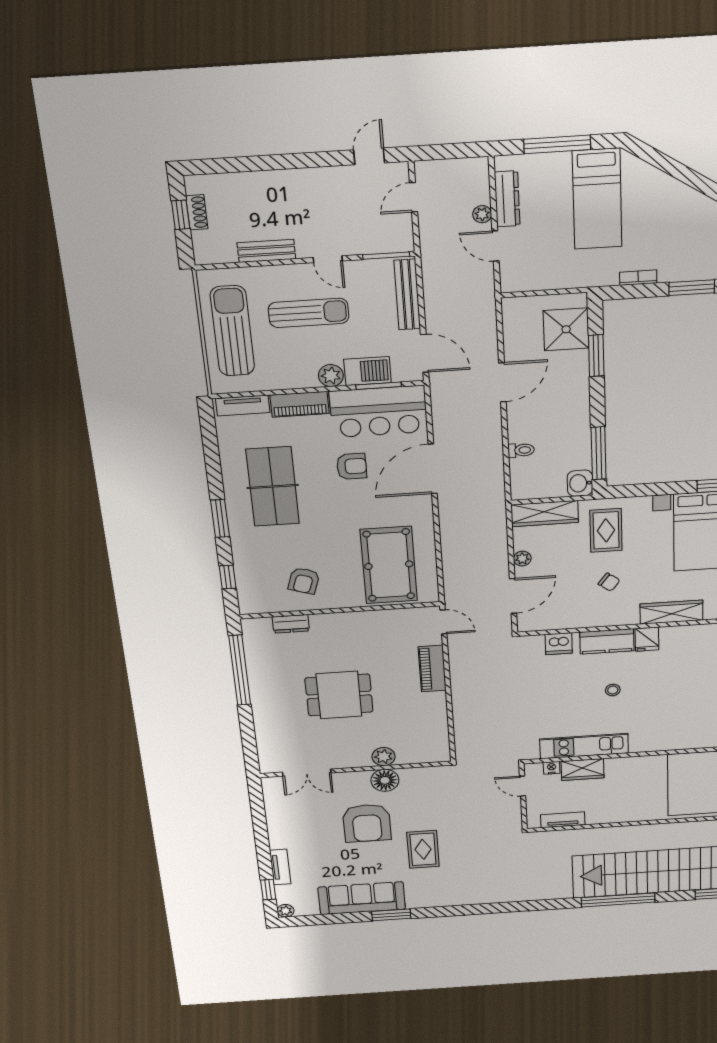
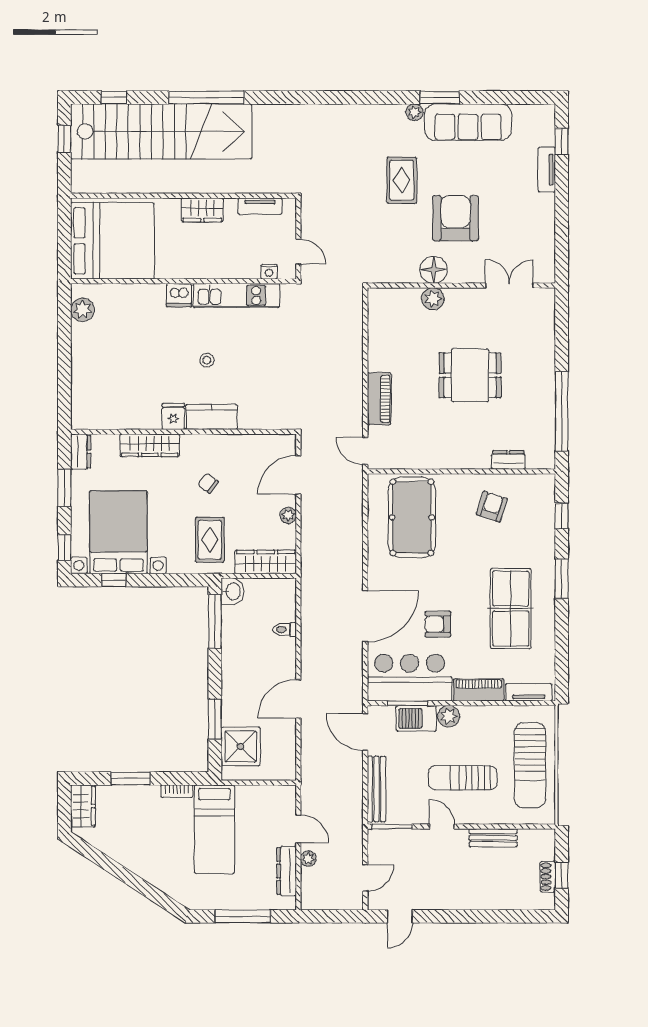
bed: (597, 199) -> (214, 829), moved, turned 180
dishwasher: (559, 644) -> (179, 295), moved, turned 180
wardrobe: (583, 769) -> (202, 210), moved, turned 180
plant: (286, 911) -> (414, 112), moved

